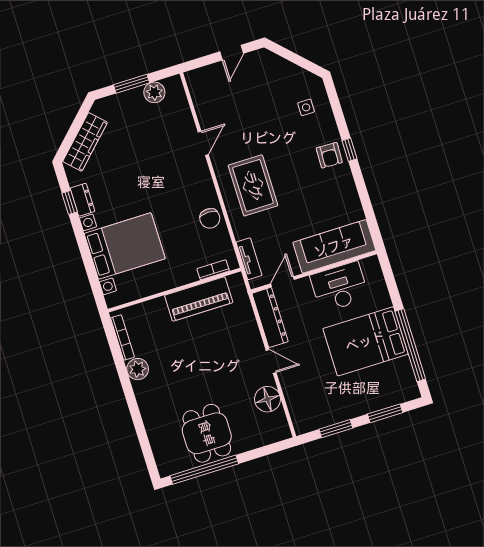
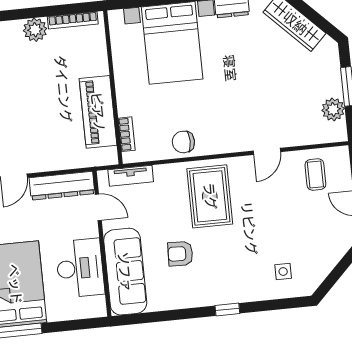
coffee table: (215, 96) -> (315, 174), added
door: (203, 143) -> (267, 151), hinge flipped
armchair: (329, 155) -> (180, 254), moved
rug: (253, 185) -> (210, 196), turned 90

